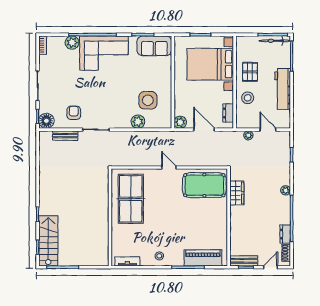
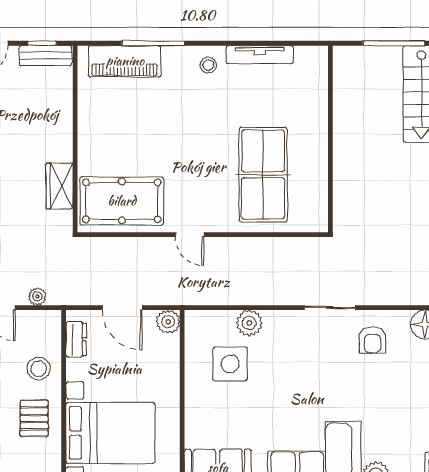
bench: (65, 136) -> (389, 296), removed
wall: (110, 217) -> (330, 139), moved
tv unit: (127, 261) -> (260, 55), width x1.41

